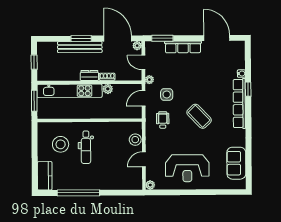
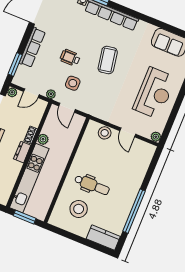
coffee table: (199, 116) -> (108, 60), turned -56
wheelchair: (163, 120) -> (70, 58), moved

